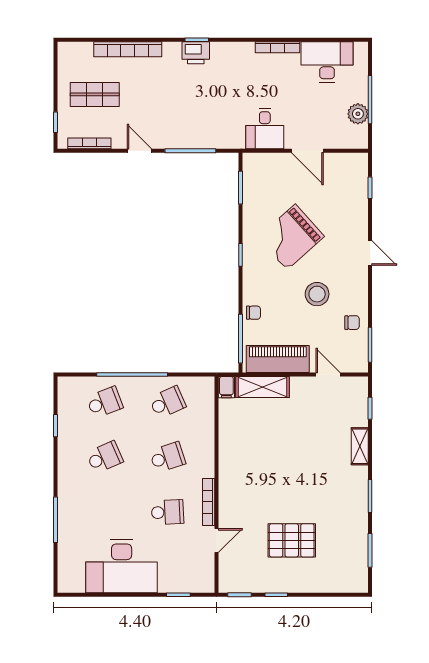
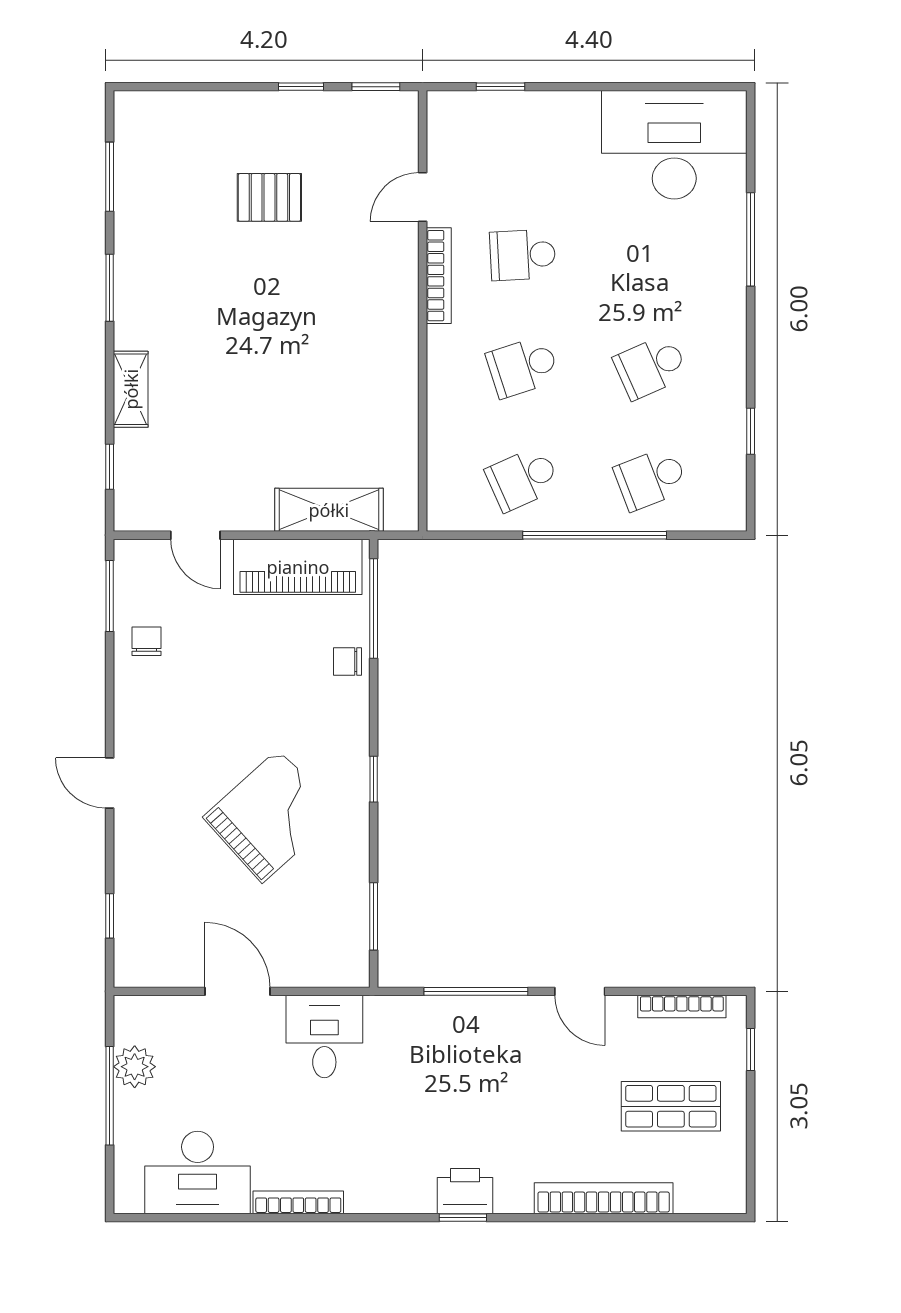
stool: (317, 294) -> (218, 699), removed
chair: (352, 323) -> (147, 641), turned 90
filing cabinet: (226, 387) -> (403, 510), removed
pallet: (292, 540) -> (269, 197), width x0.67, depth x0.71
desk: (122, 566) -> (674, 145), moved

